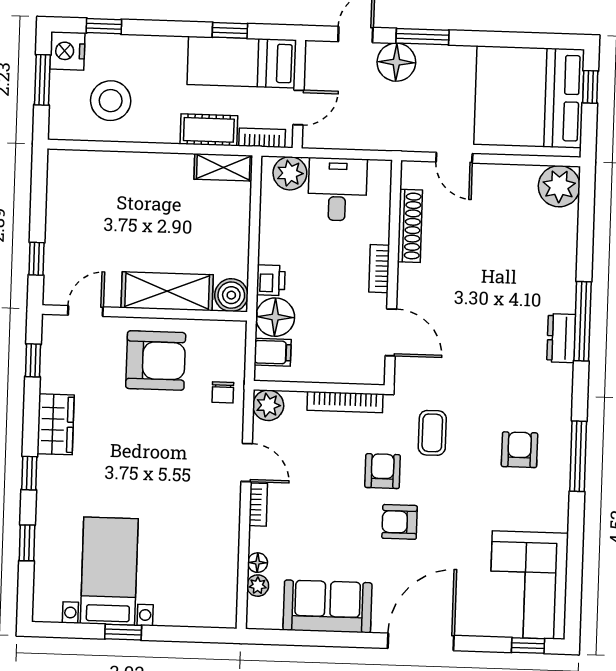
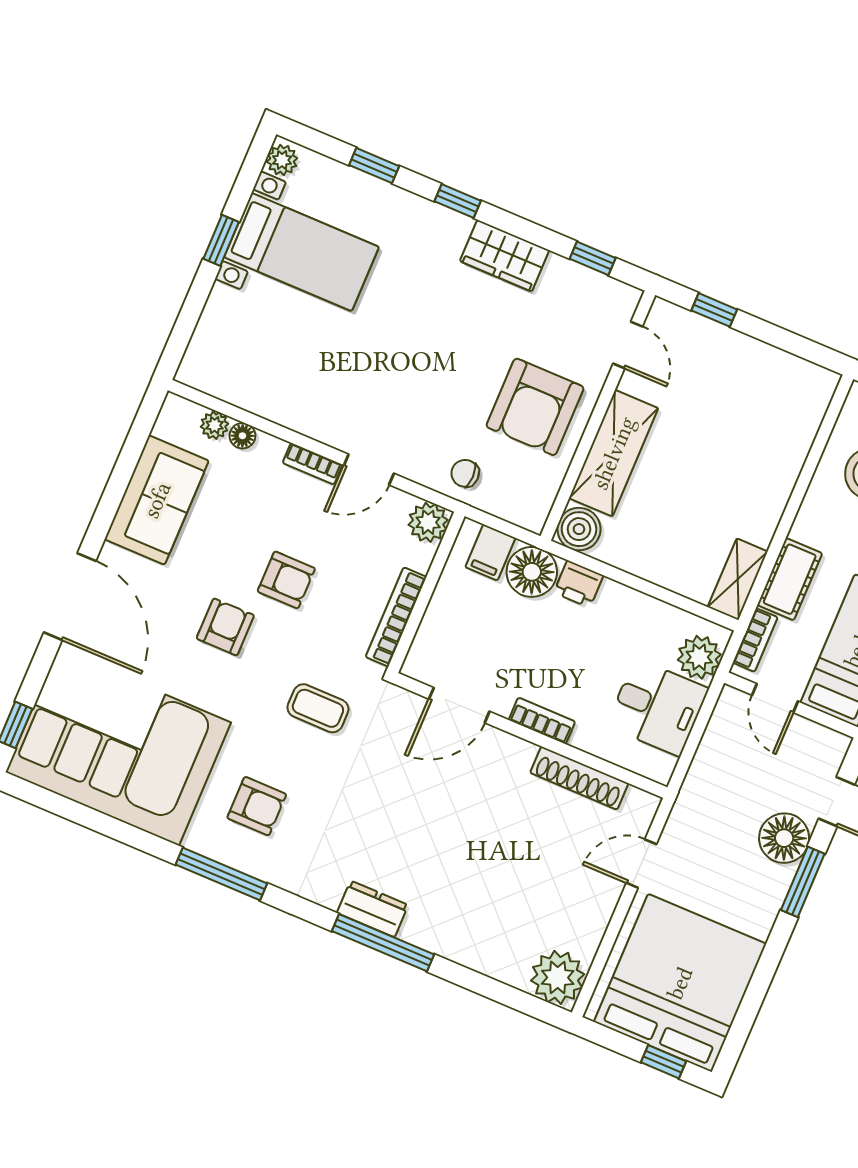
armchair: (383, 471) -> (286, 580), moved
corner sofa: (529, 585) -> (118, 747), width x1.36, depth x1.36
plant: (49, 611) -> (282, 160), added

